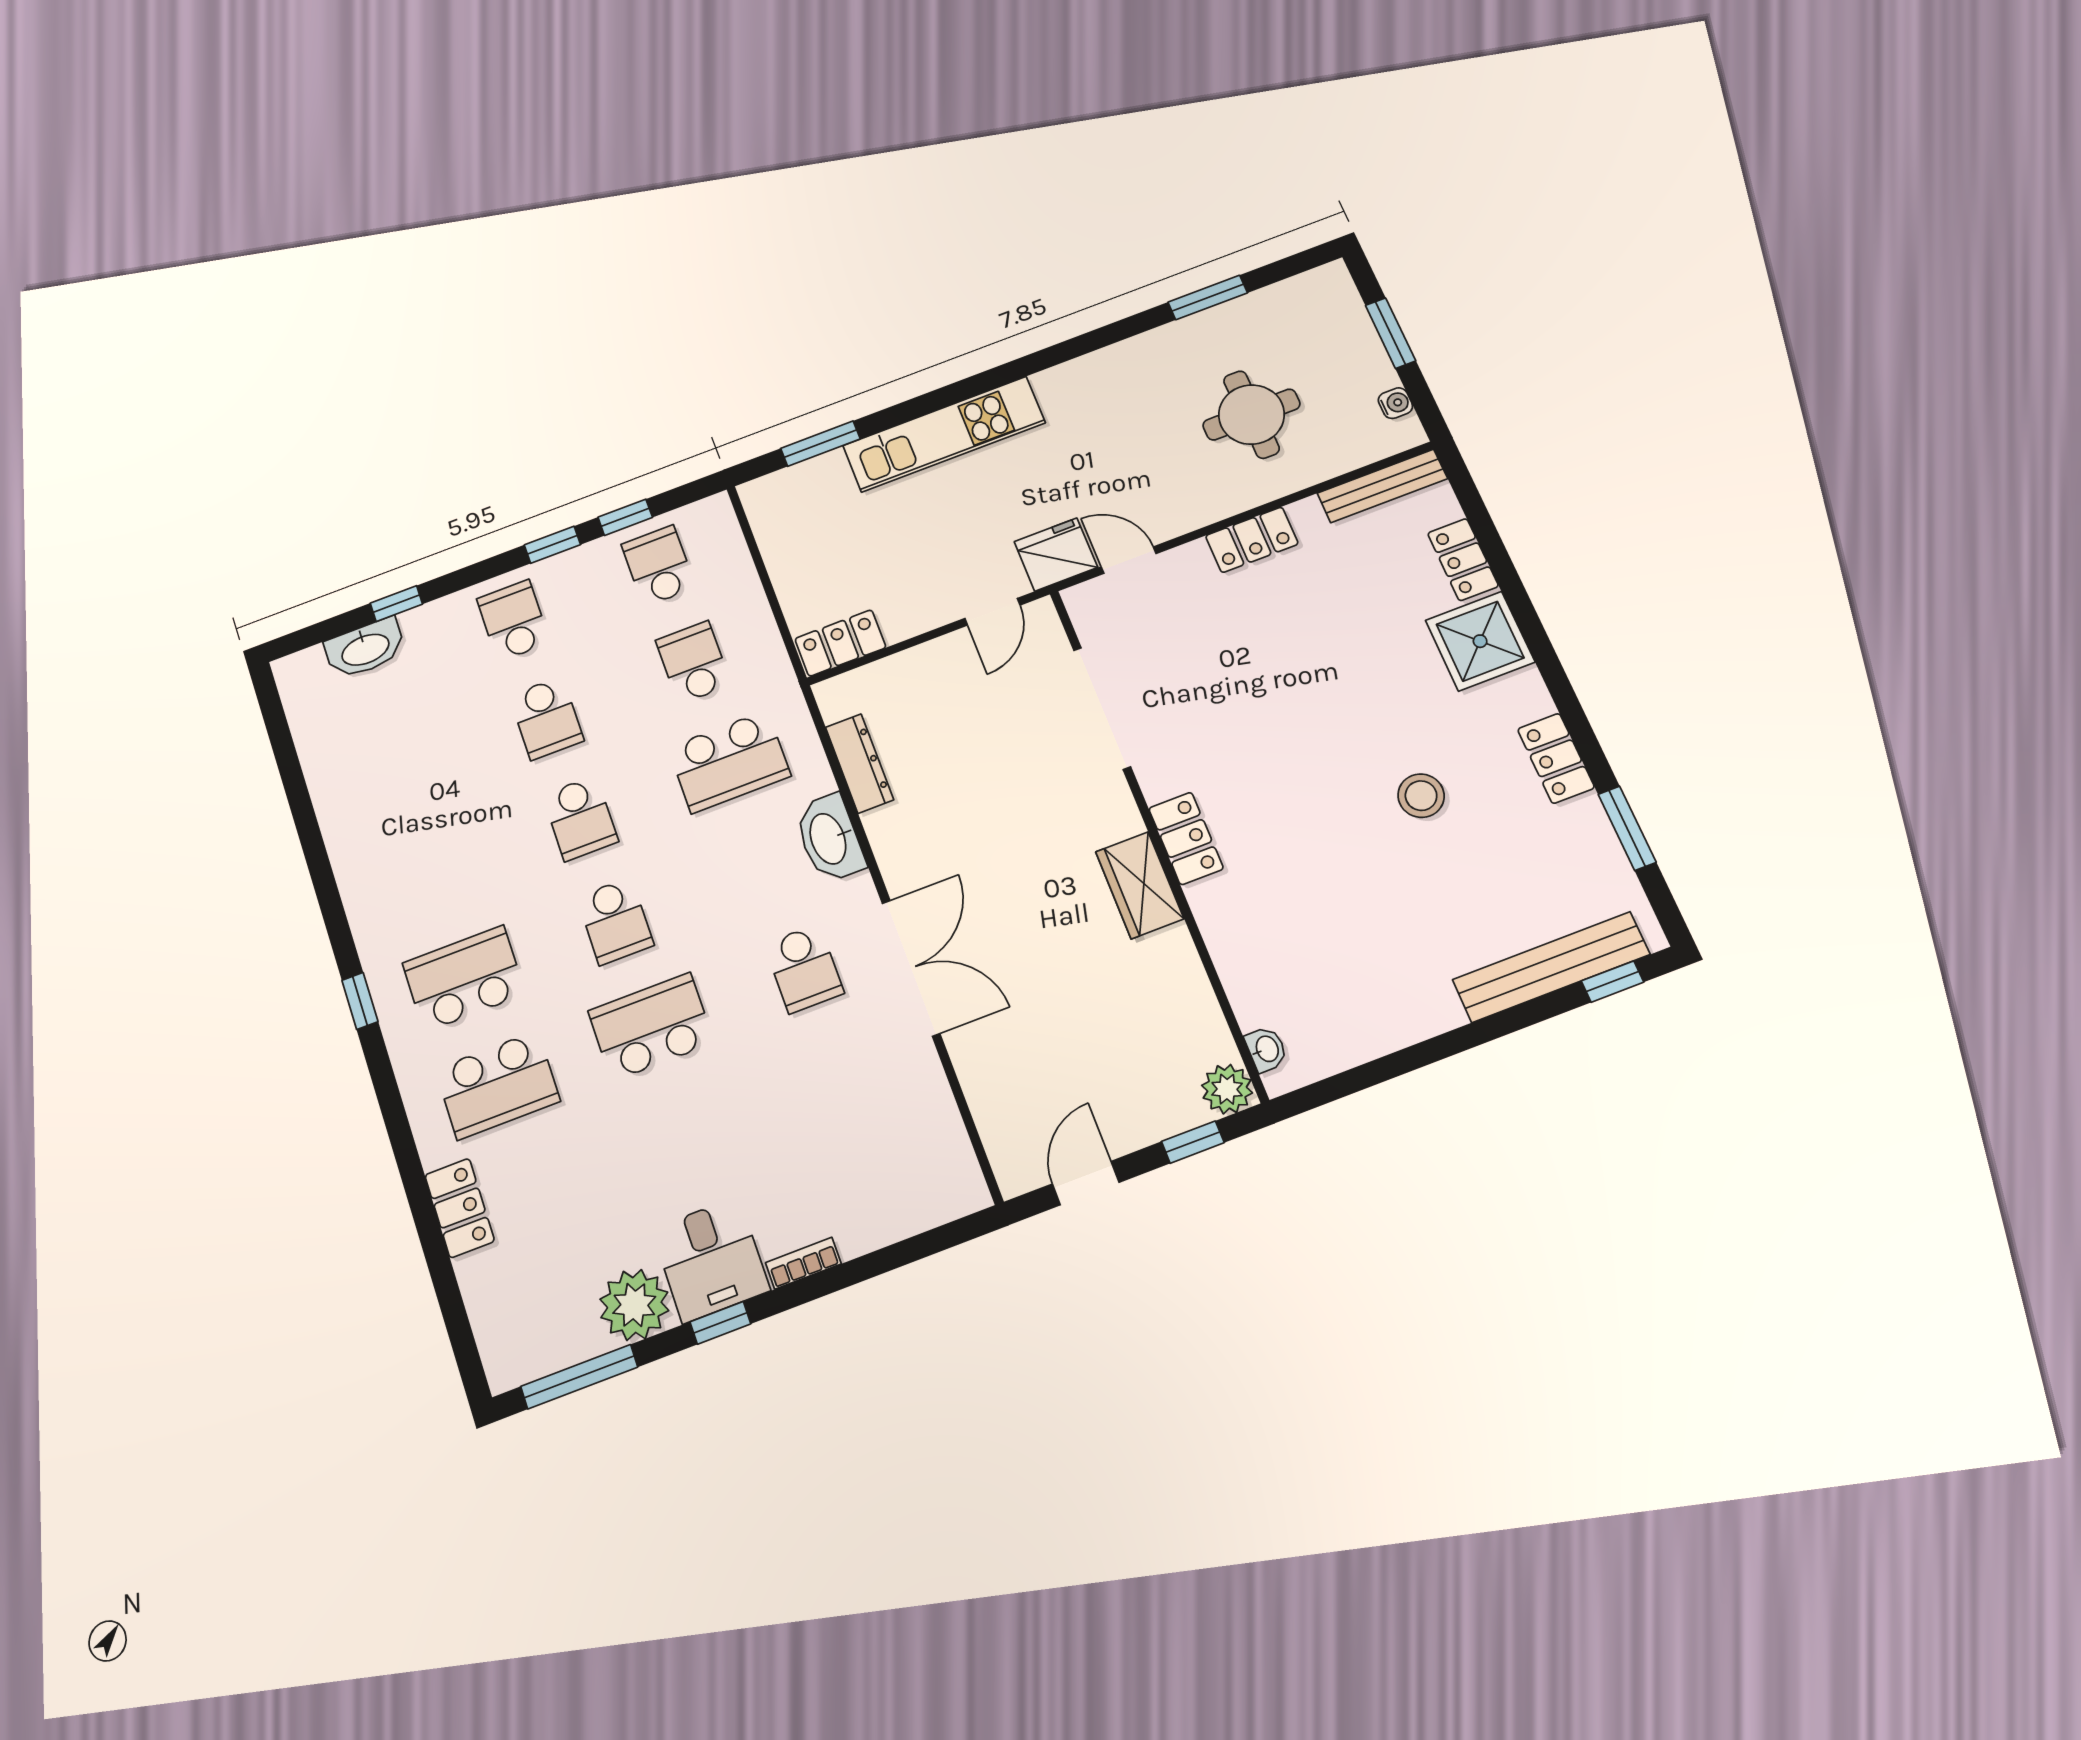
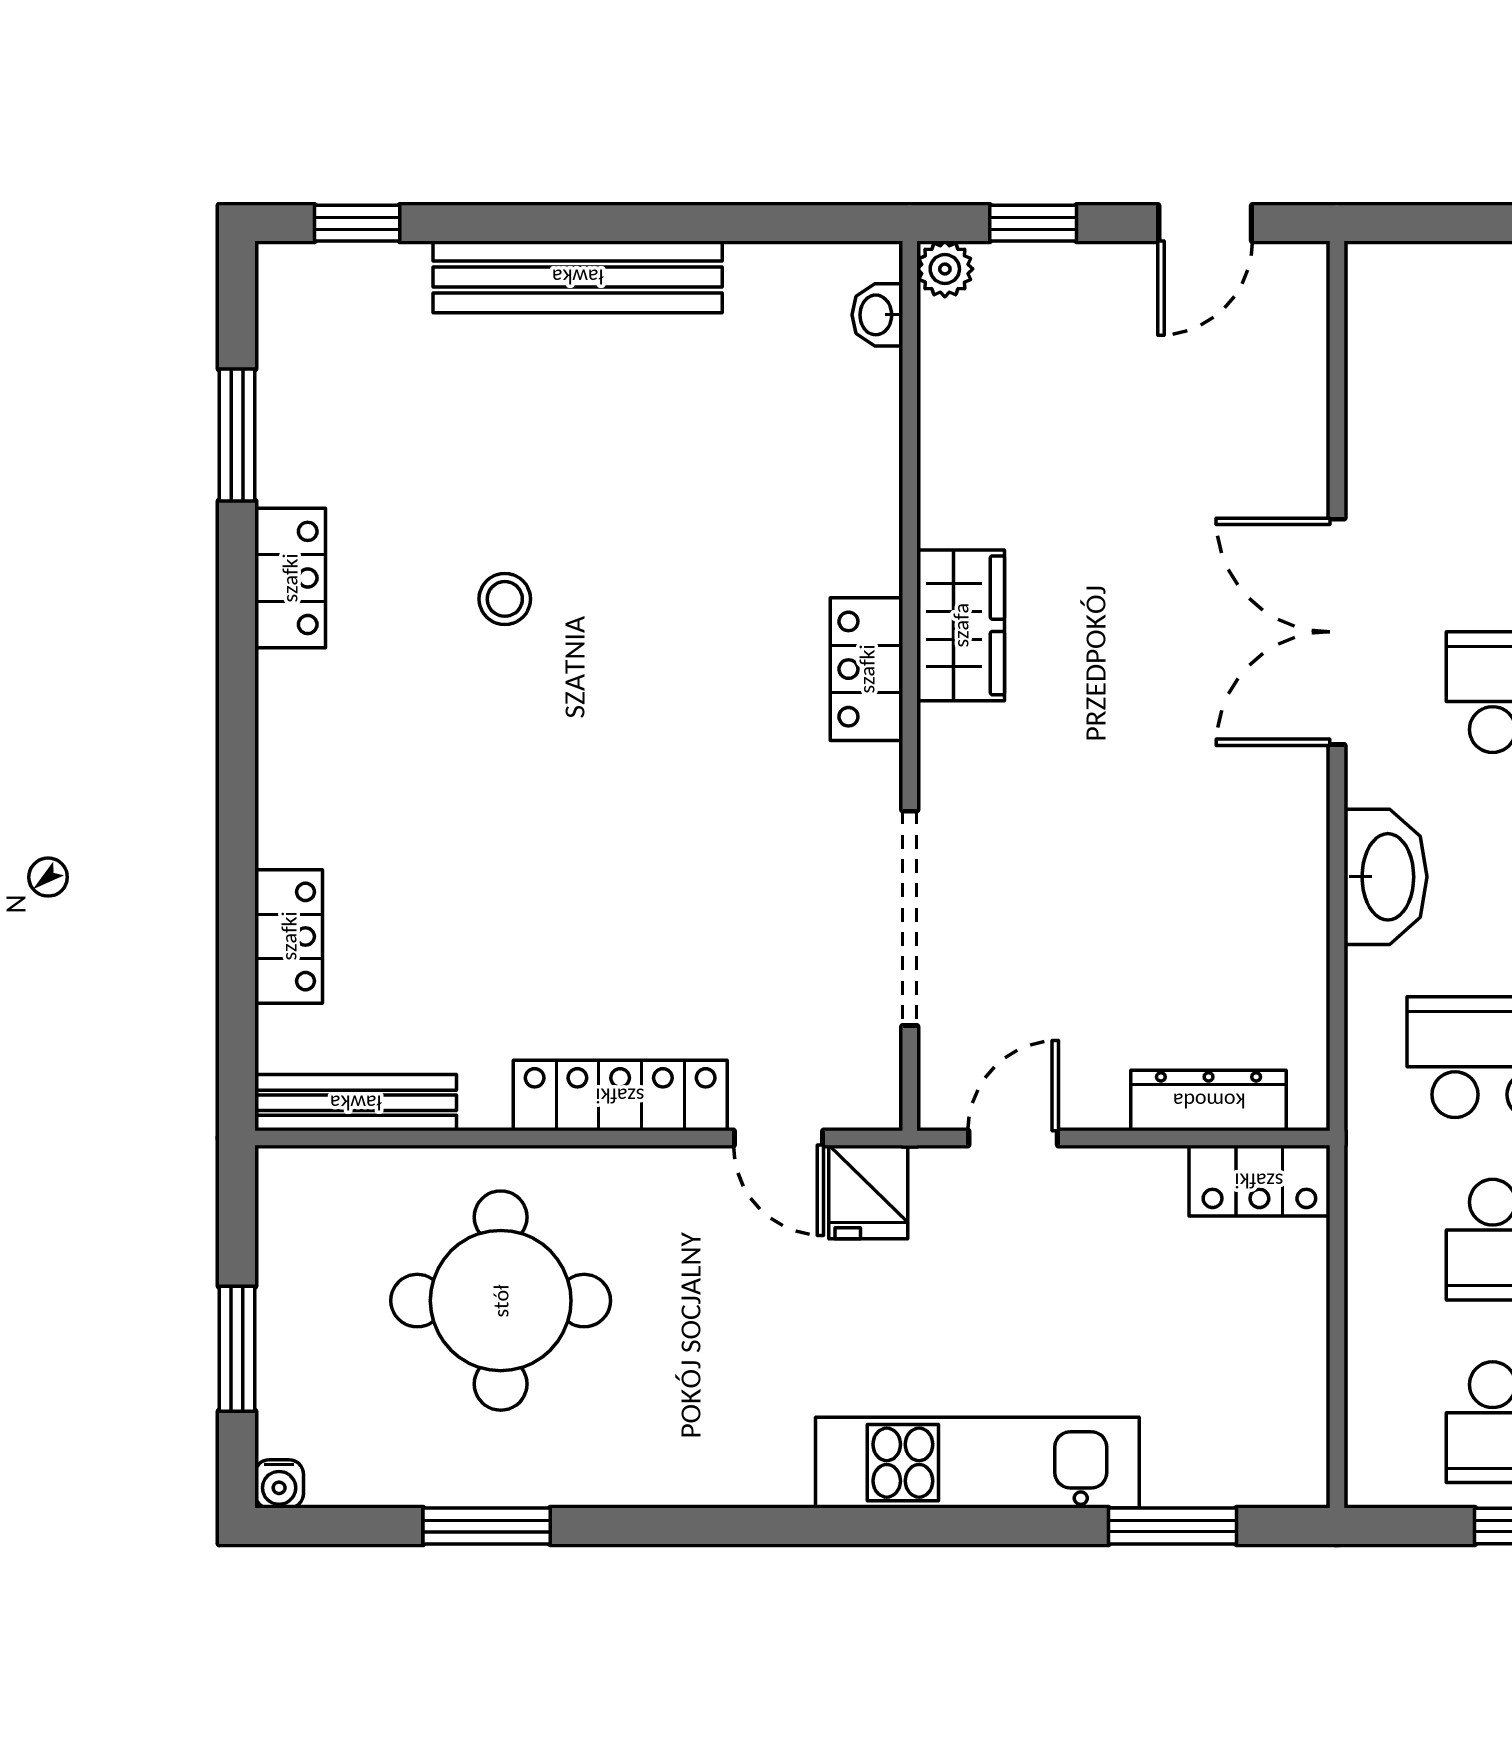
water cooler: (1395, 403) -> (279, 1484), moved, turned -90
round table: (1251, 415) -> (501, 1301), width x1.36, depth x1.36
locker: (1252, 540) -> (620, 1096), width x1.53
fridge: (1056, 554) -> (868, 1192), width x0.72
shower: (1480, 641) -> (319, 799), removed
dresser: (859, 763) -> (1209, 1101), moved, turned 90
stool: (1421, 796) -> (505, 599), width x0.73, depth x0.73
bench: (1551, 967) -> (578, 277), moved
plant: (1227, 1089) -> (945, 269), width x0.73, depth x0.73

